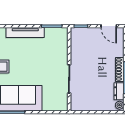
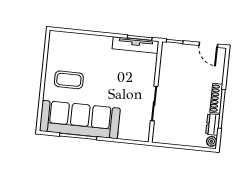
tv unit: (25, 32) -> (136, 45), moved

